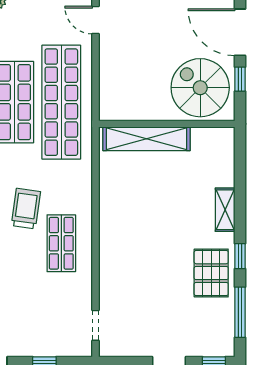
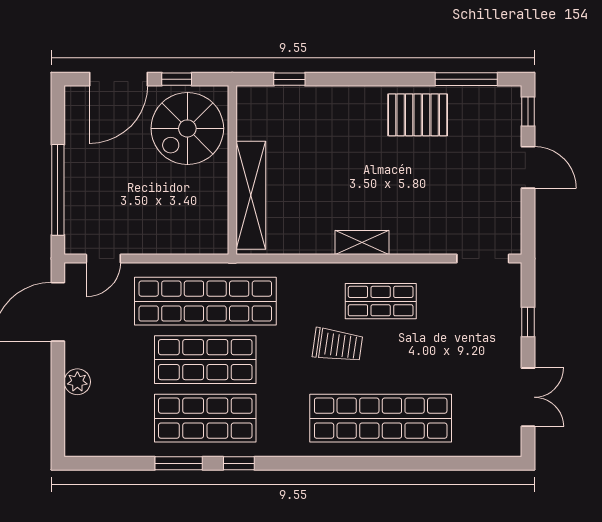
trolley: (26, 209) -> (338, 345), turned 180
shelving: (225, 210) -> (362, 243), moved
window: (240, 256) -> (289, 79), moved
doorway: (96, 325) -> (483, 259), width x1.38

